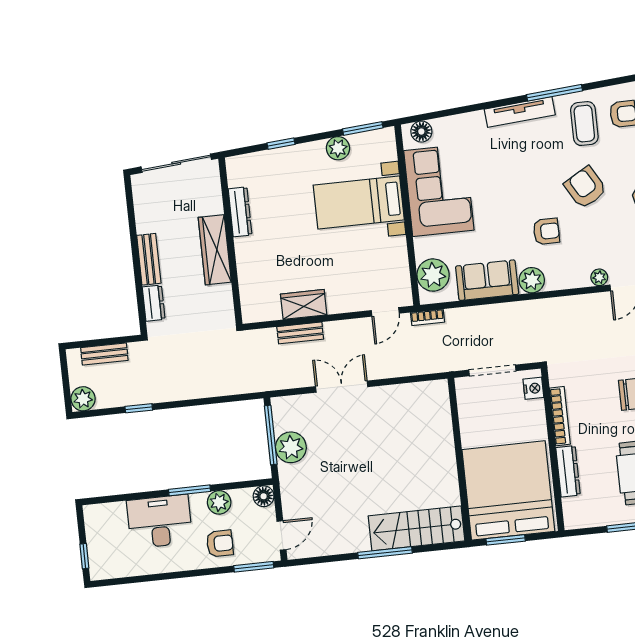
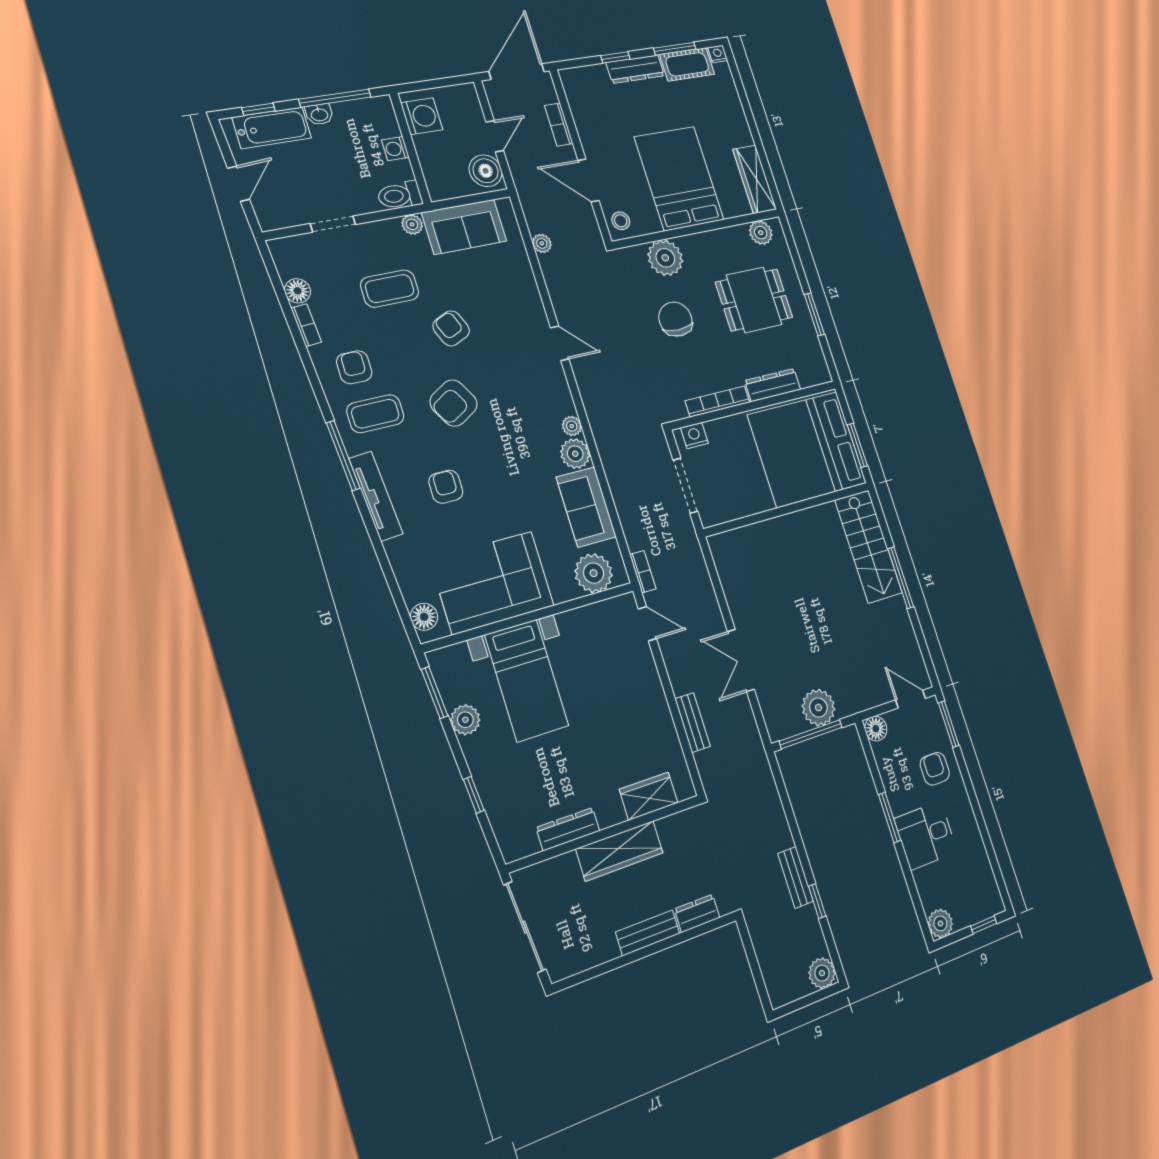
armchair: (546, 231) -> (446, 487), moved
plant: (599, 277) -> (572, 426), moved
wardrobe: (304, 304) -> (649, 796), moved, turned 90
bench: (104, 354) -> (796, 877), moved
plant: (219, 502) -> (940, 923), moved
desk: (160, 521) -> (926, 835), width x0.73

